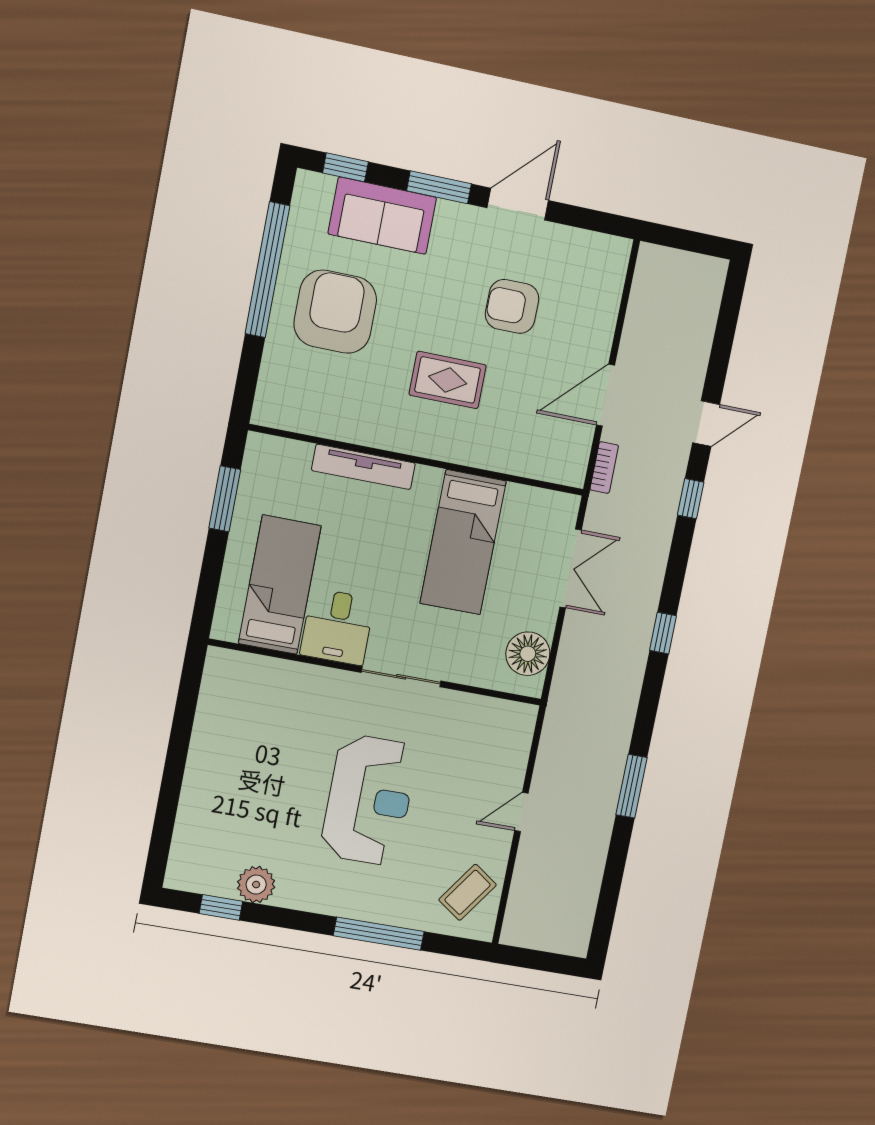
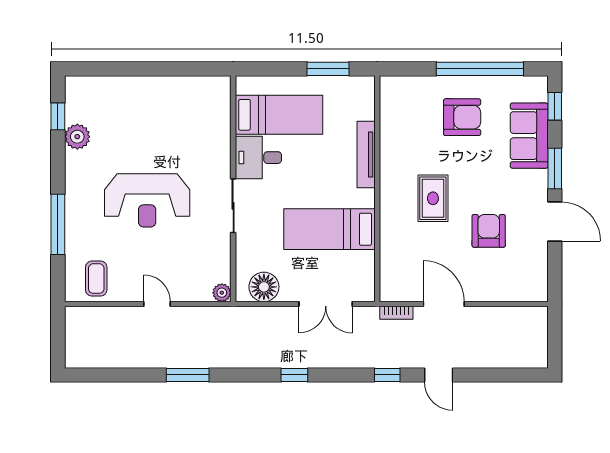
armchair: (335, 312) -> (462, 117), width x0.73, depth x0.73
plant: (524, 716) -> (222, 293), added
coffee table: (468, 892) -> (96, 279), turned 55

